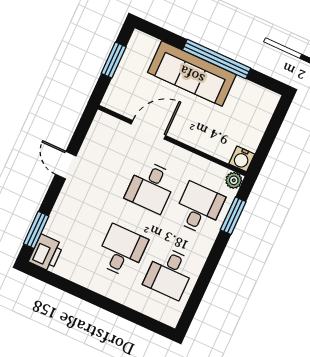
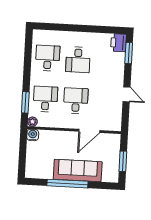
desk: (199, 208) -> (45, 99), turned 180

